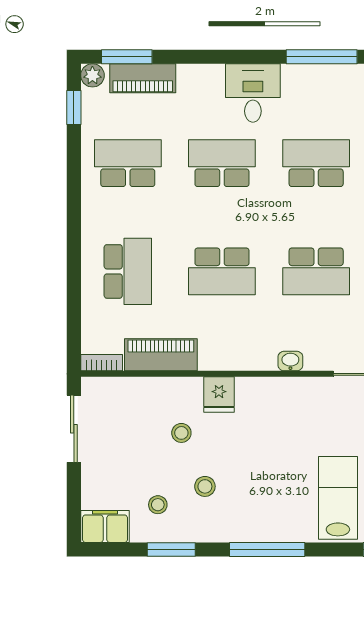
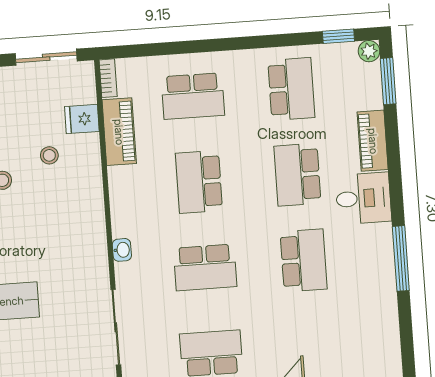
piano: (143, 78) -> (373, 141), moved
school desk: (222, 163) -> (297, 175), turned 180
school desk: (316, 271) -> (205, 267), turned -90
fridge: (219, 394) -> (82, 119), moved

